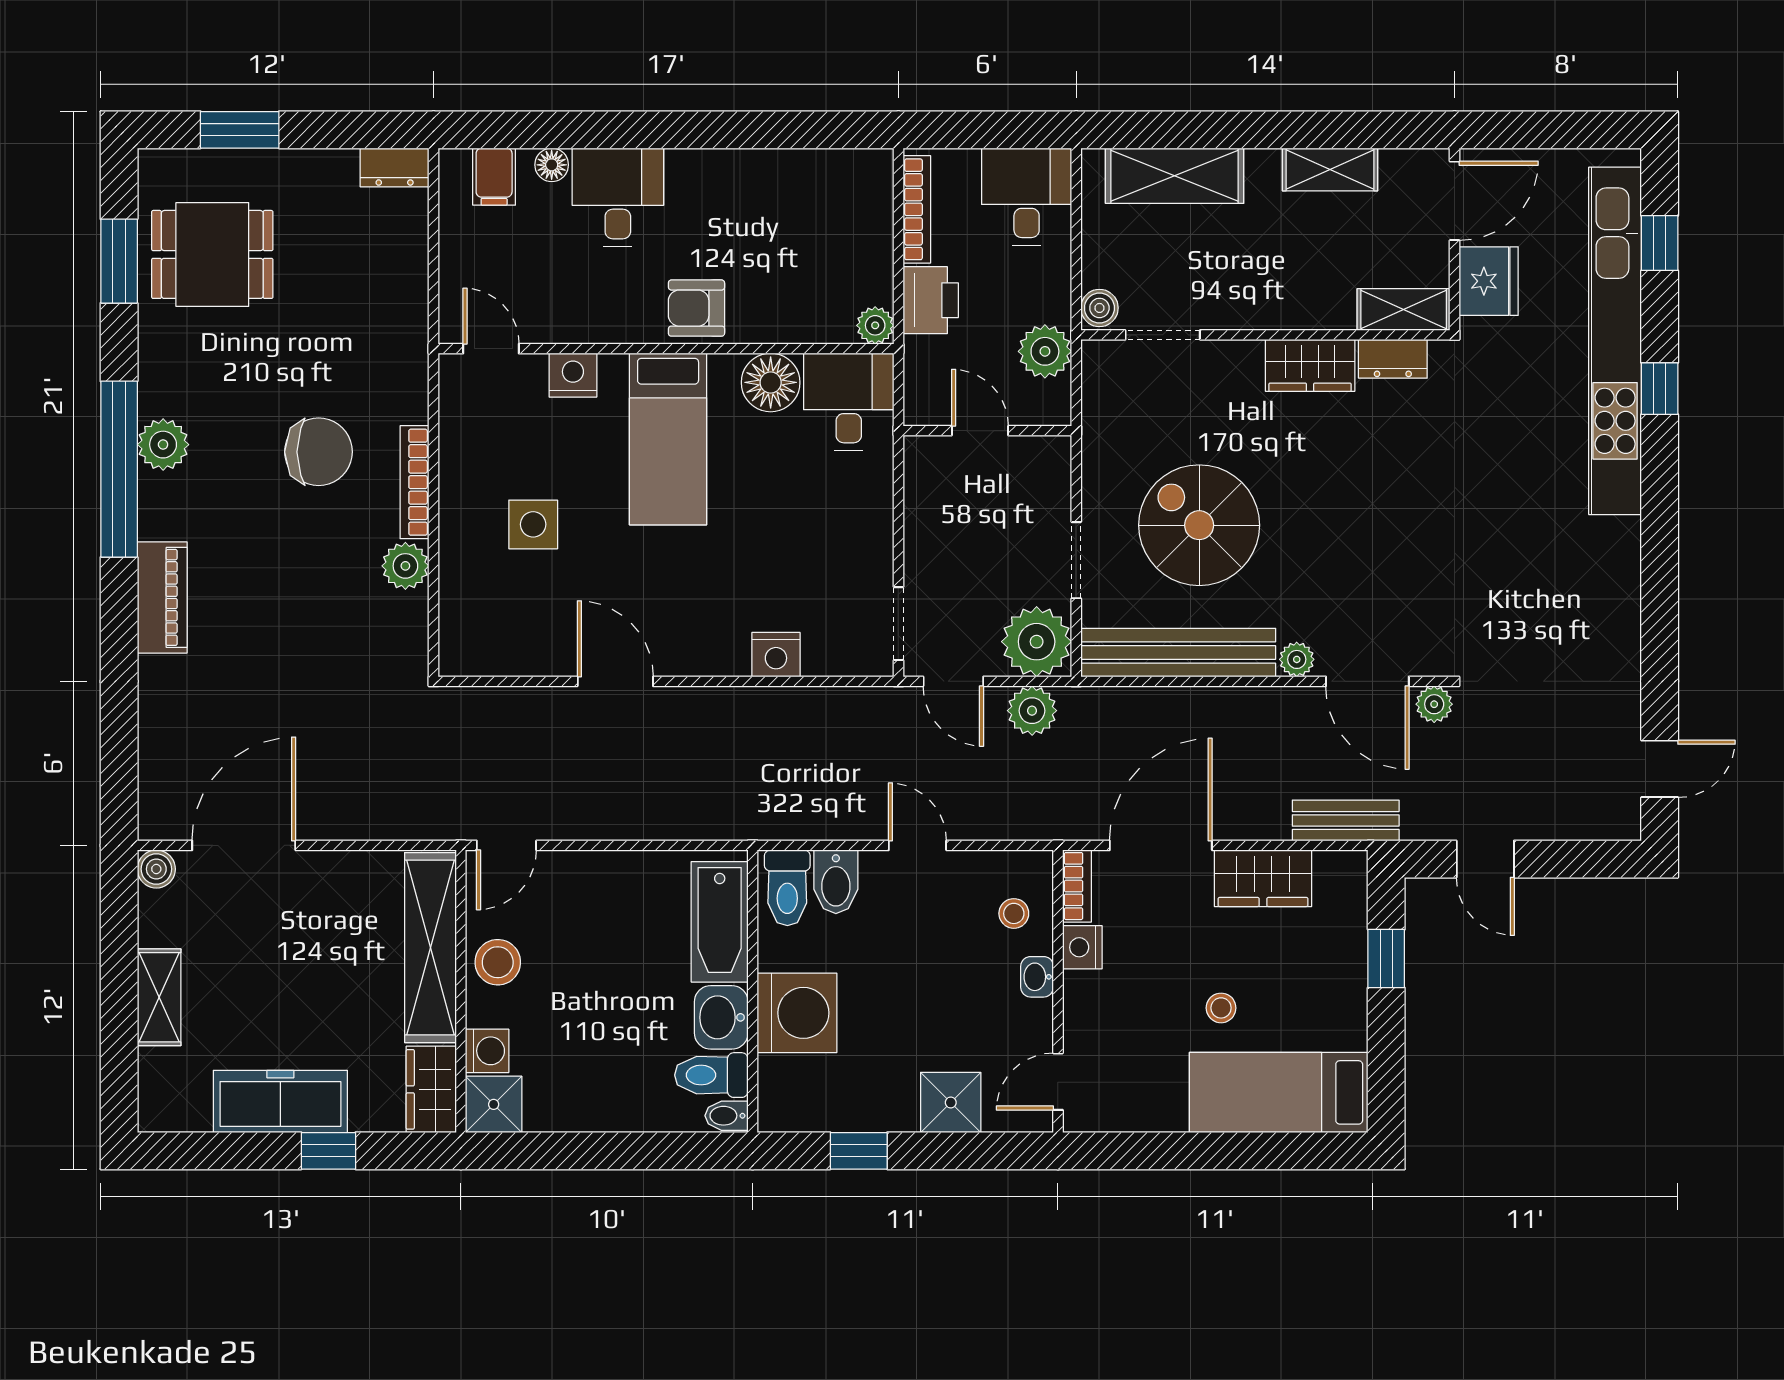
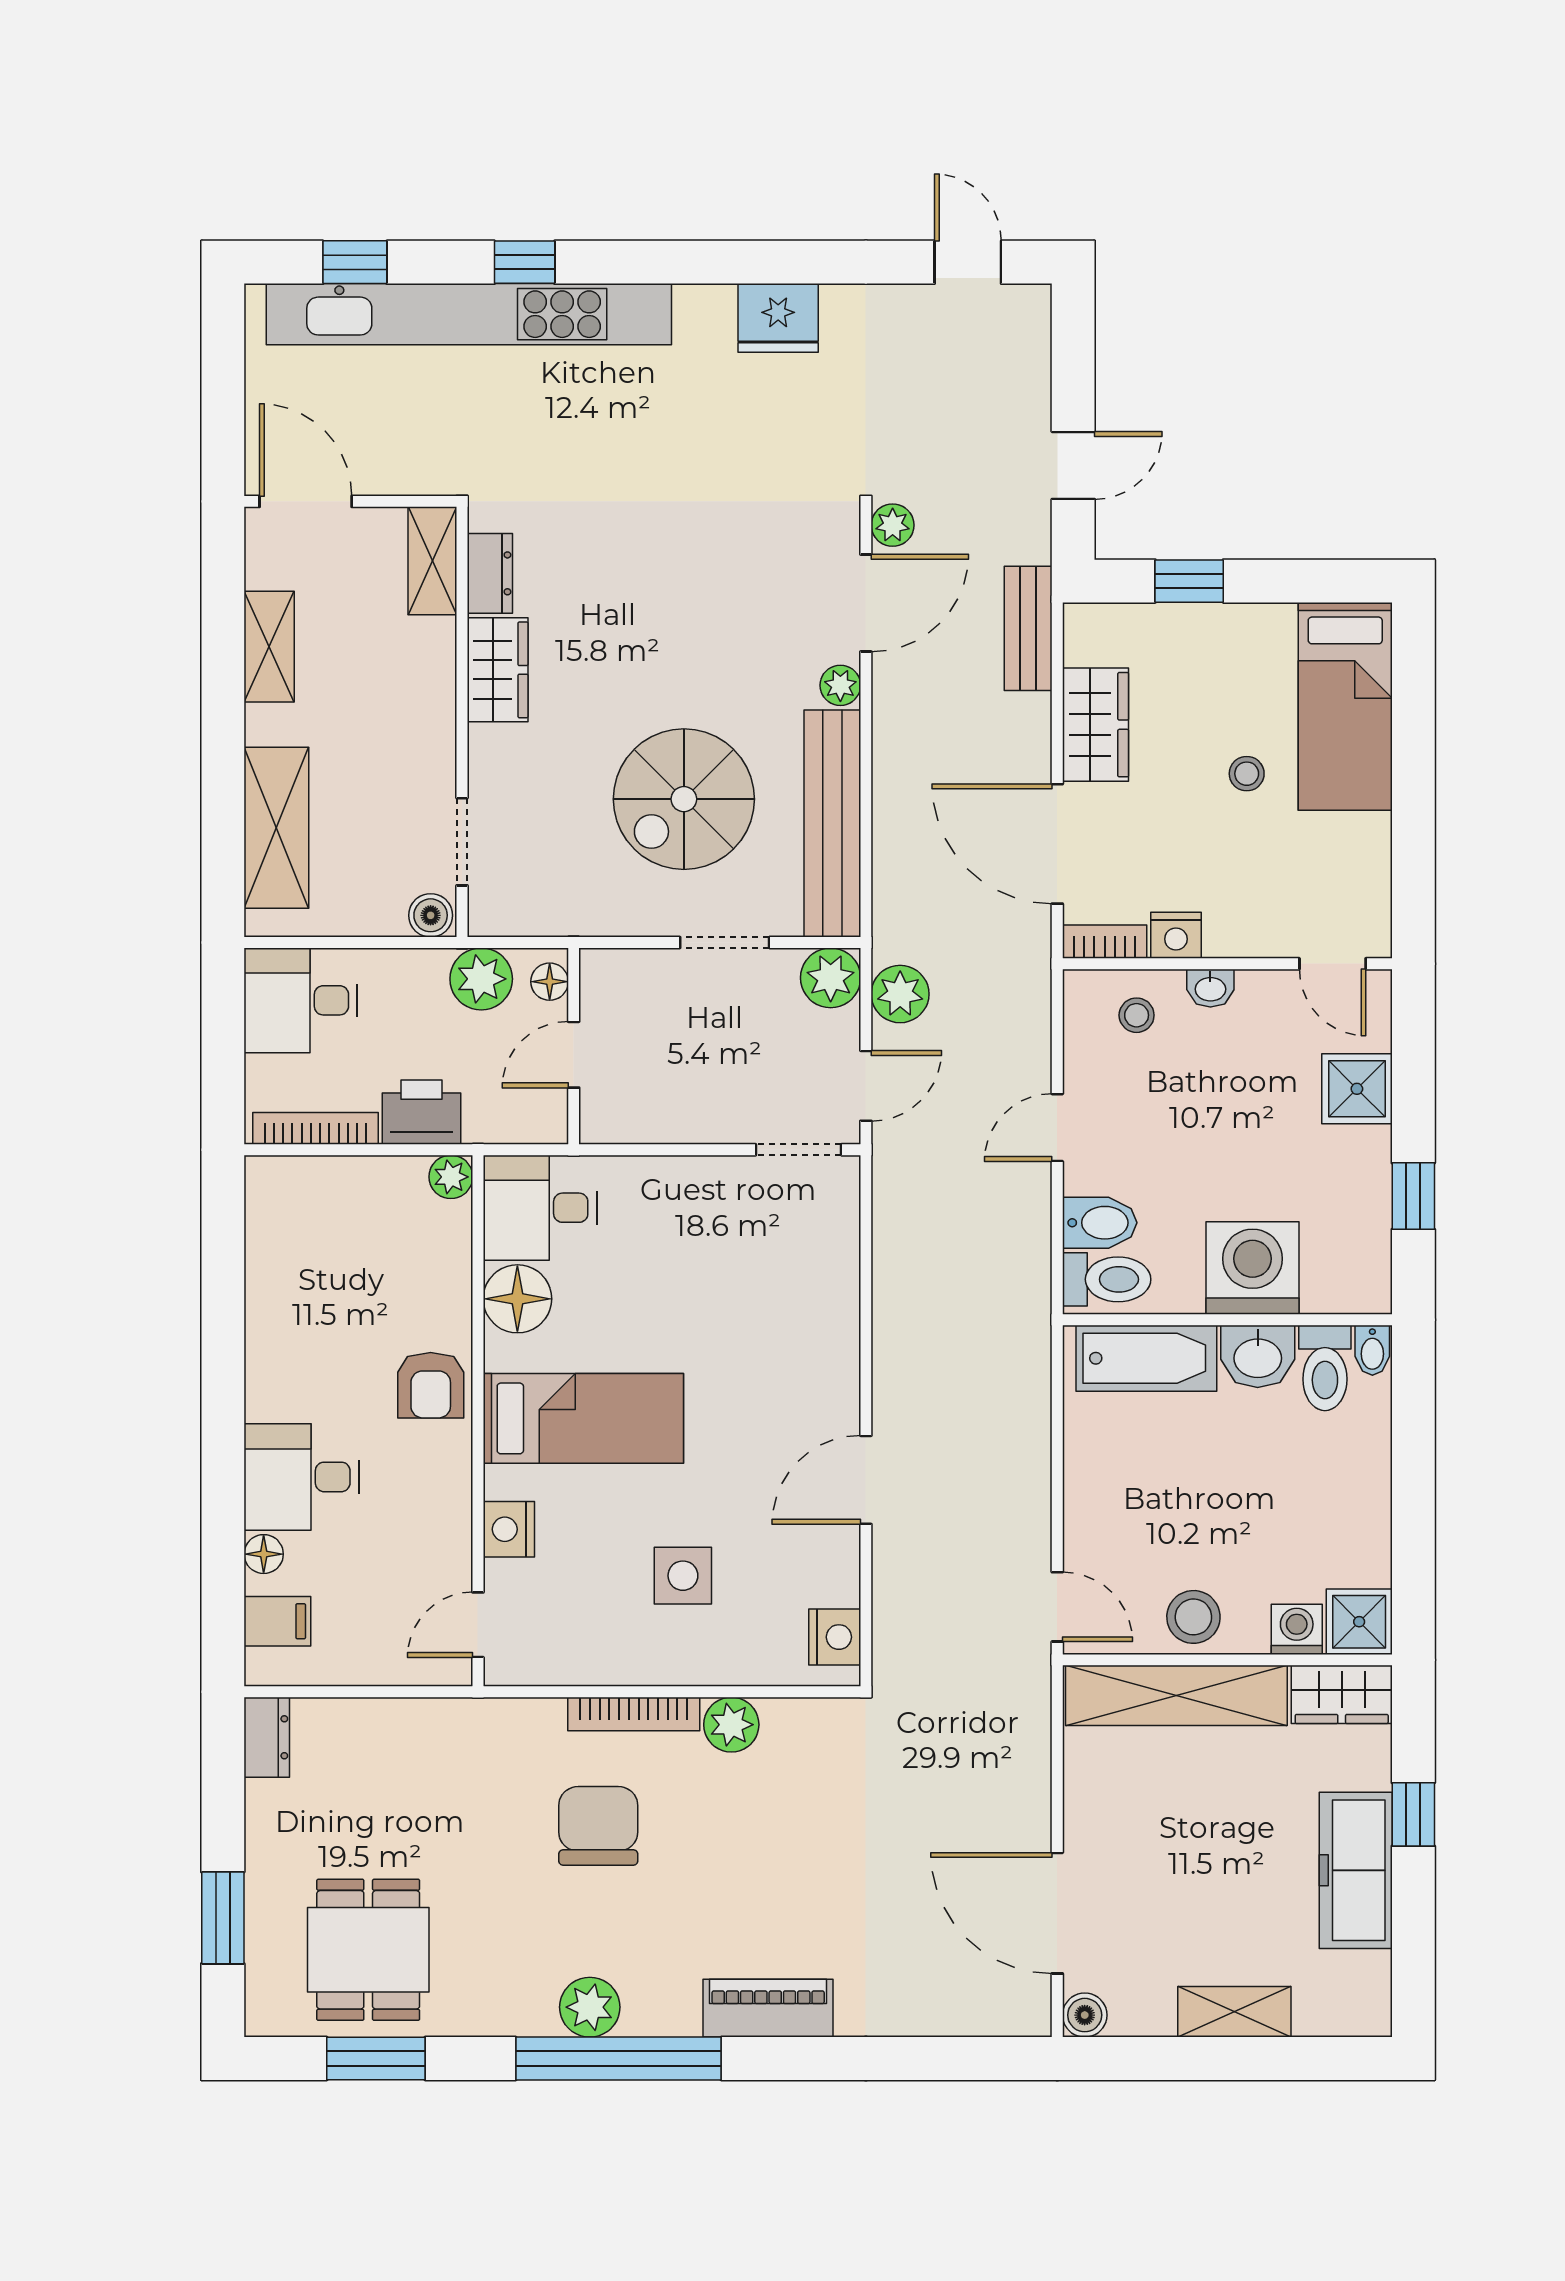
fridge: (1489, 281) -> (778, 318), moved, turned 180
floor lamp: (1043, 410) -> (550, 982), added
plant: (1037, 642) -> (831, 978), width x0.73, depth x0.73
nightstand: (776, 655) -> (835, 1637), moved

